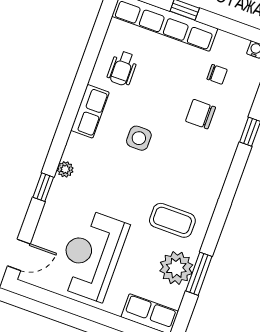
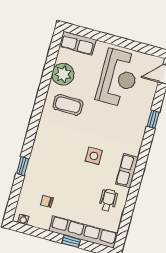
chair: (201, 114) -> (55, 175), removed
plant: (65, 169) -> (140, 132), removed
window: (199, 274) -> (48, 72), removed

